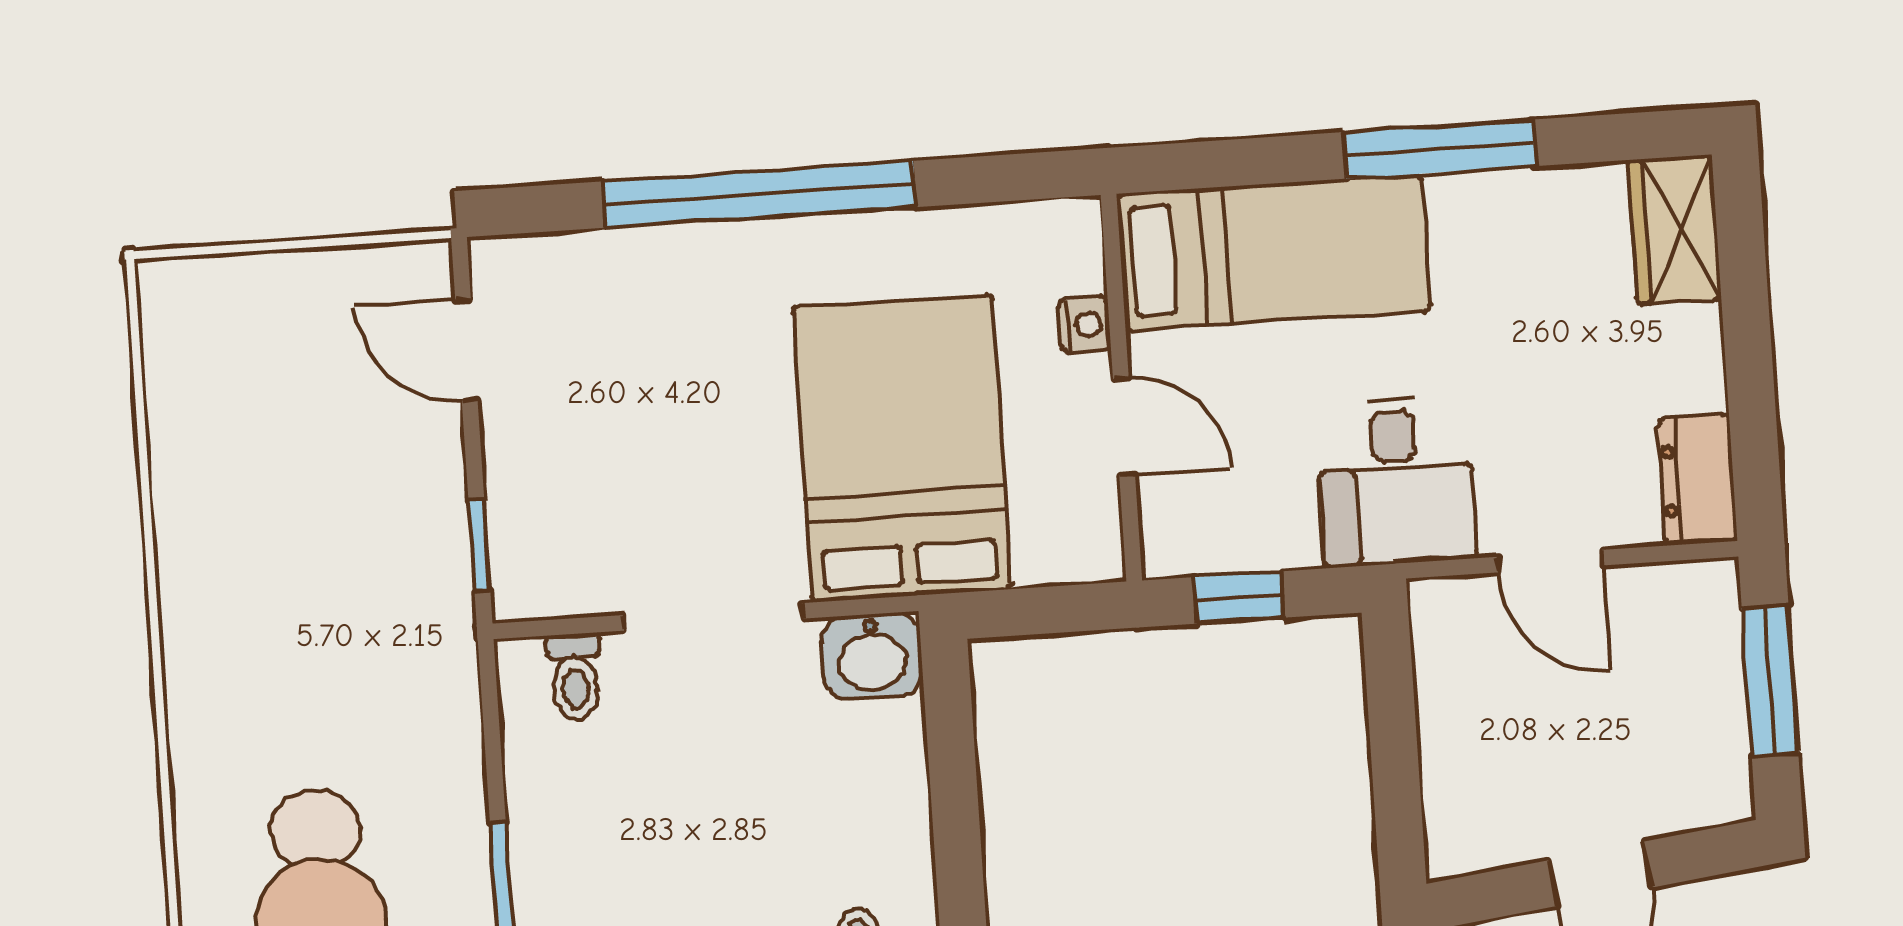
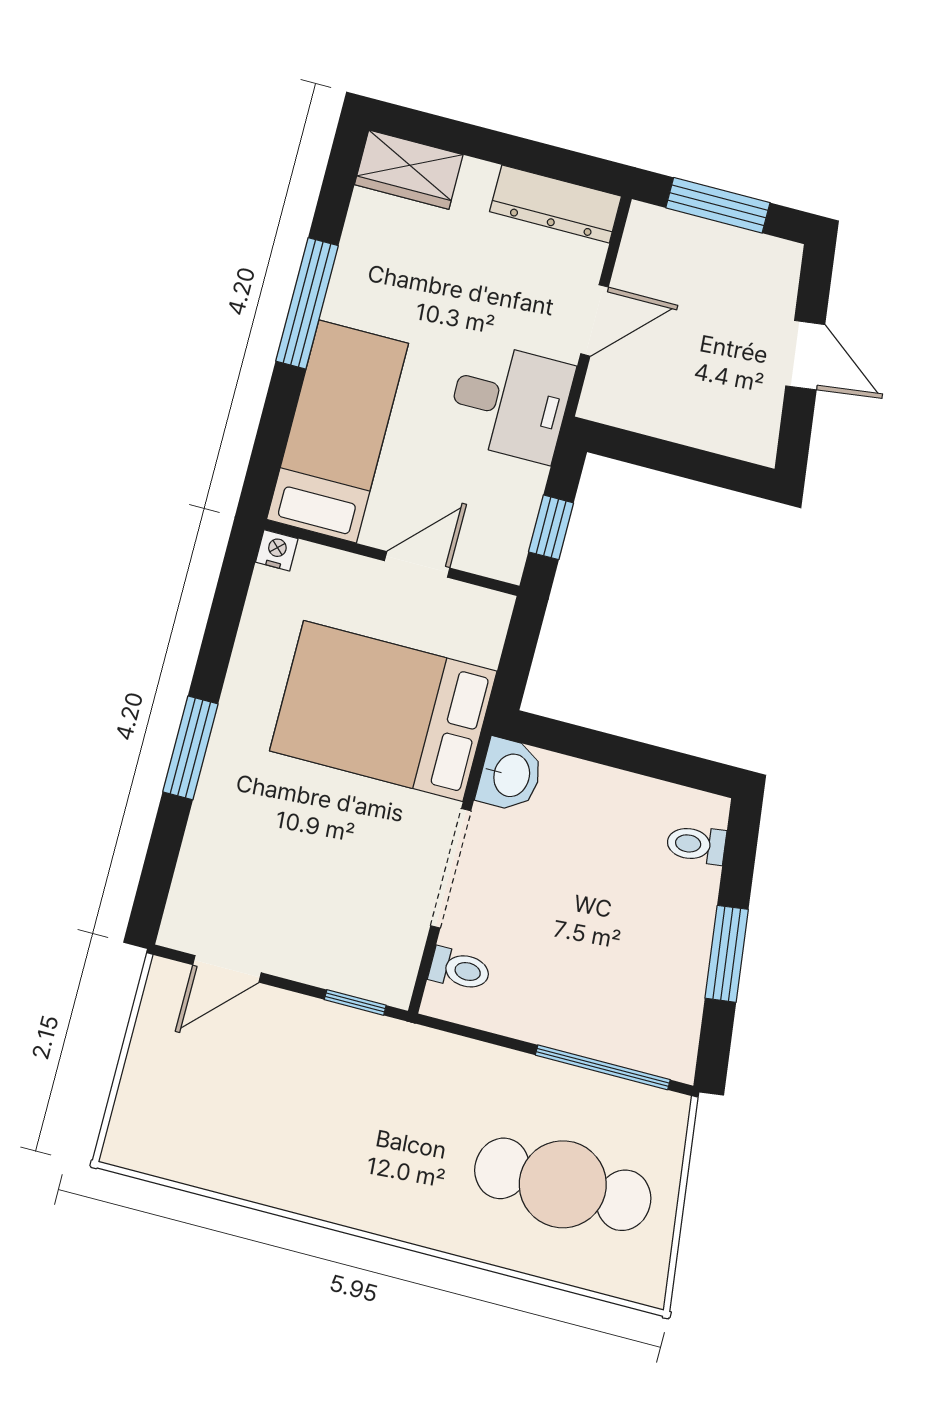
window: (759, 194) -> (190, 748), width x0.47
nightstand: (1085, 325) -> (277, 550), moved
dresser: (1697, 480) -> (556, 204), width x1.44

